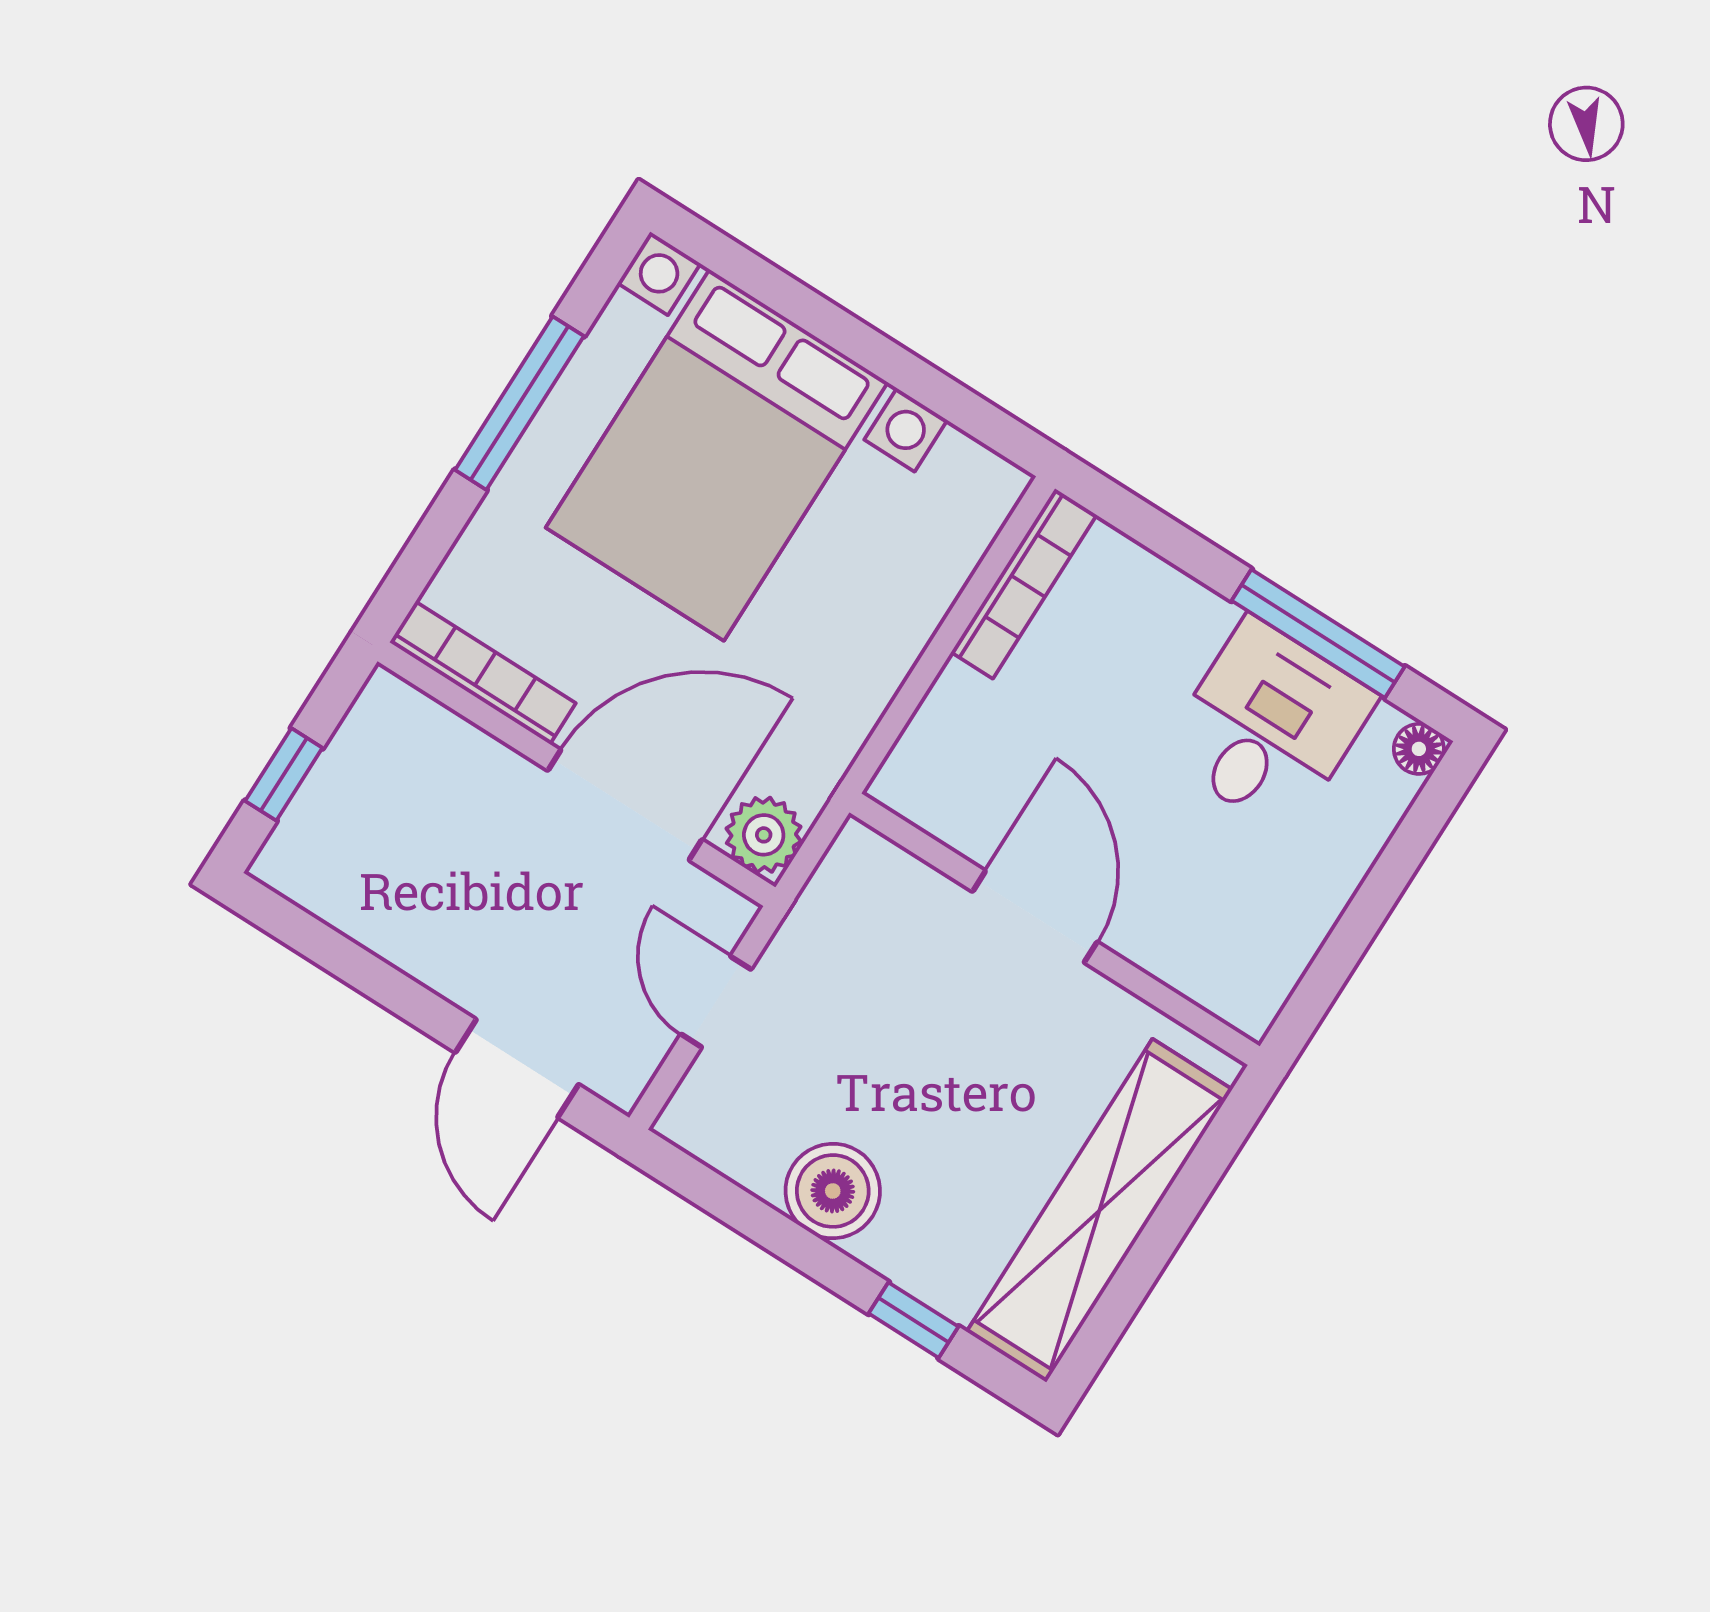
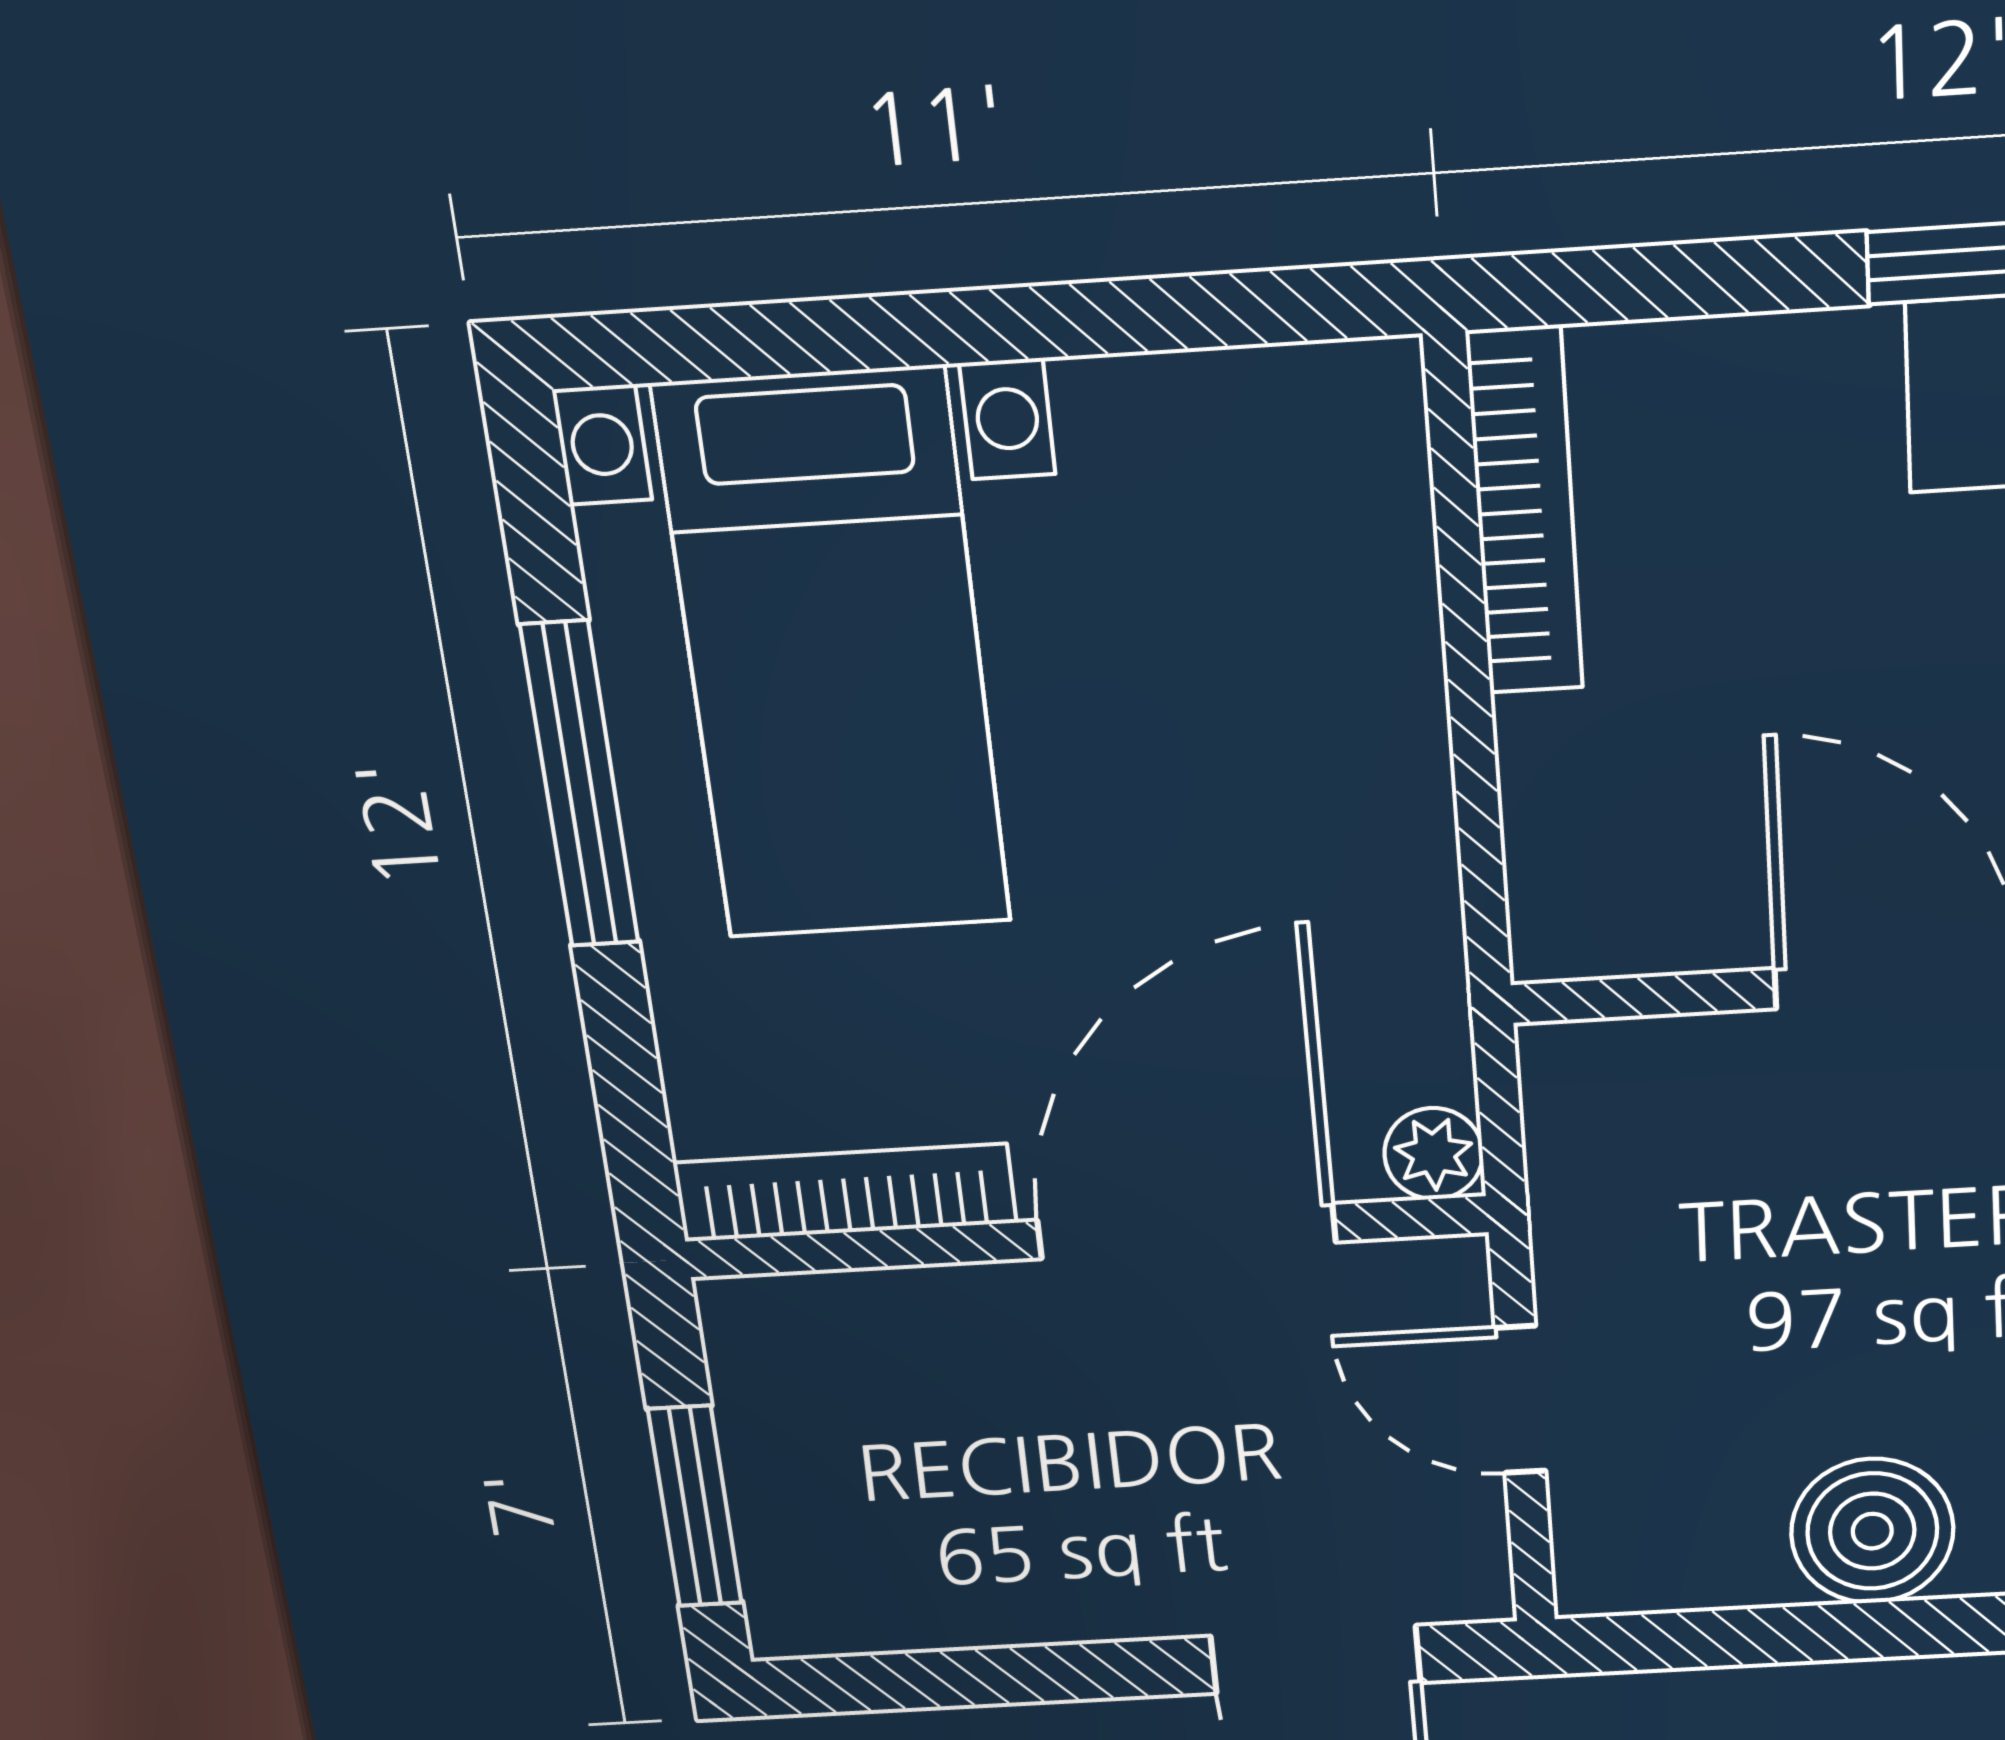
bed with nightstands: (717, 455) -> (835, 658), width x0.73
window: (284, 774) -> (695, 1506), width x1.50
plant: (764, 835) -> (1434, 1154), width x0.73, depth x0.73

